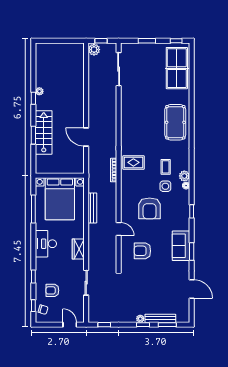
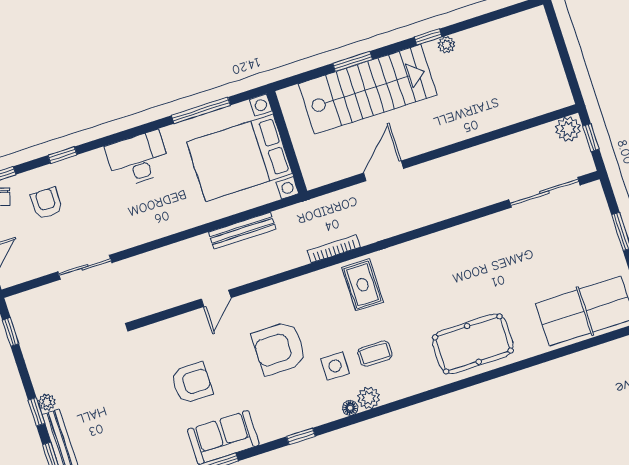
stairs: (44, 132) -> (368, 89), width x1.36, depth x1.51
wardrobe: (78, 249) -> (149, 229), removed
armchair: (142, 251) -> (192, 383), moved, turned 90

